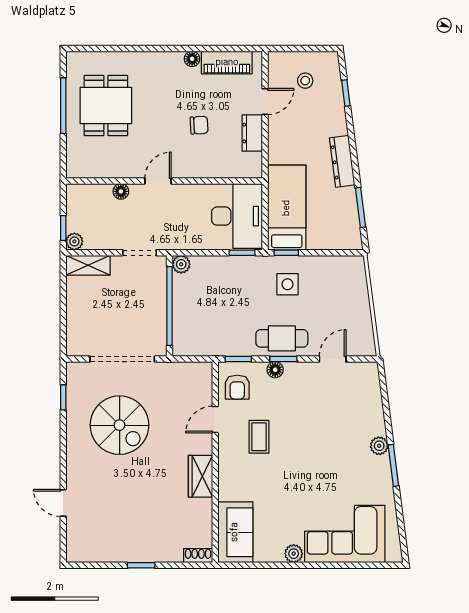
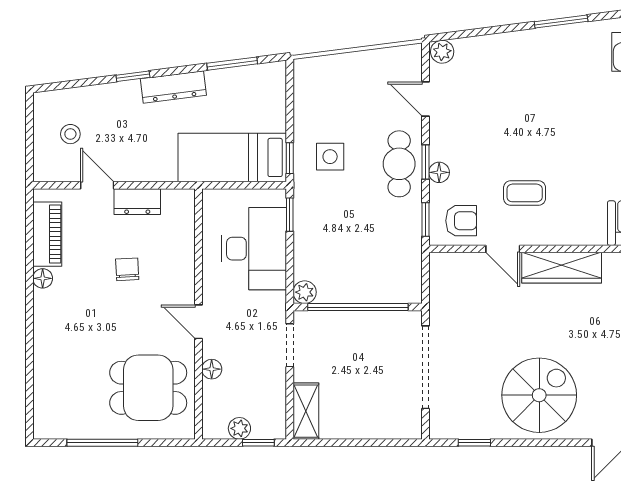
window: (346, 93) -> (133, 76), moved
dining table: (106, 106) -> (148, 388), moved
desk: (237, 216) -> (254, 249), moved, turned 90
plant: (74, 241) -> (239, 428), moved
spiral stairs: (120, 425) -> (539, 395), moved
plant: (379, 446) -> (442, 52), moved
wardrobe: (200, 476) -> (562, 268), width x1.50

